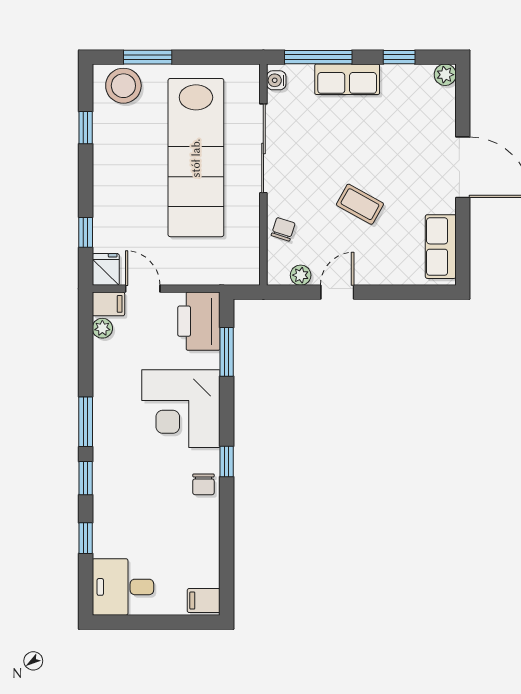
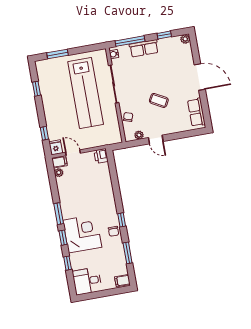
stool: (123, 86) -> (49, 68), removed
door: (337, 292) -> (156, 140), swing flipped
printer: (199, 321) -> (101, 156), width x0.53, depth x0.68
window: (227, 352) -> (128, 253), moved
corner desk: (181, 409) -> (82, 234), moved, turned 180

